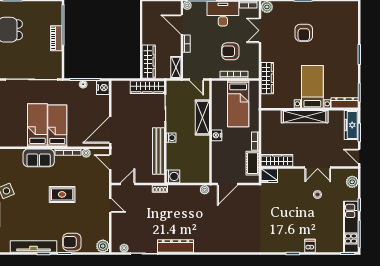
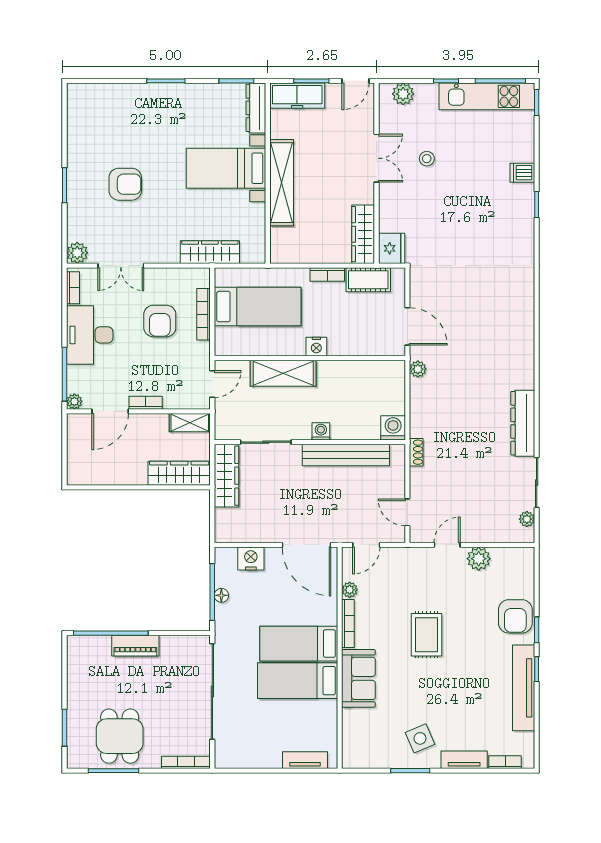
nightstand: (103, 88) -> (251, 559), moved
plant: (103, 246) -> (479, 559), moved

